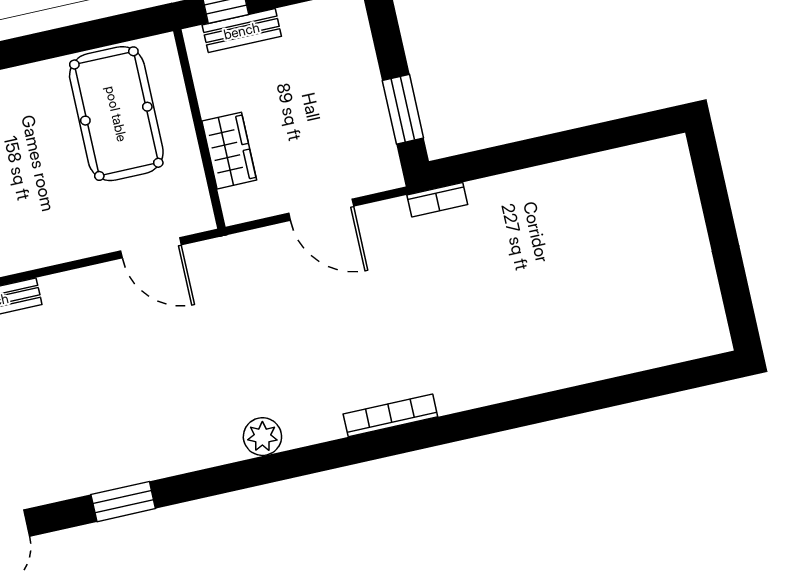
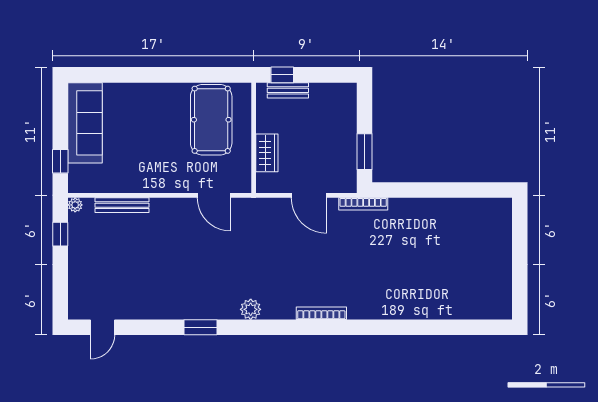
bookcase: (437, 200) -> (363, 204), width x1.56
window: (123, 502) -> (201, 327), moved

